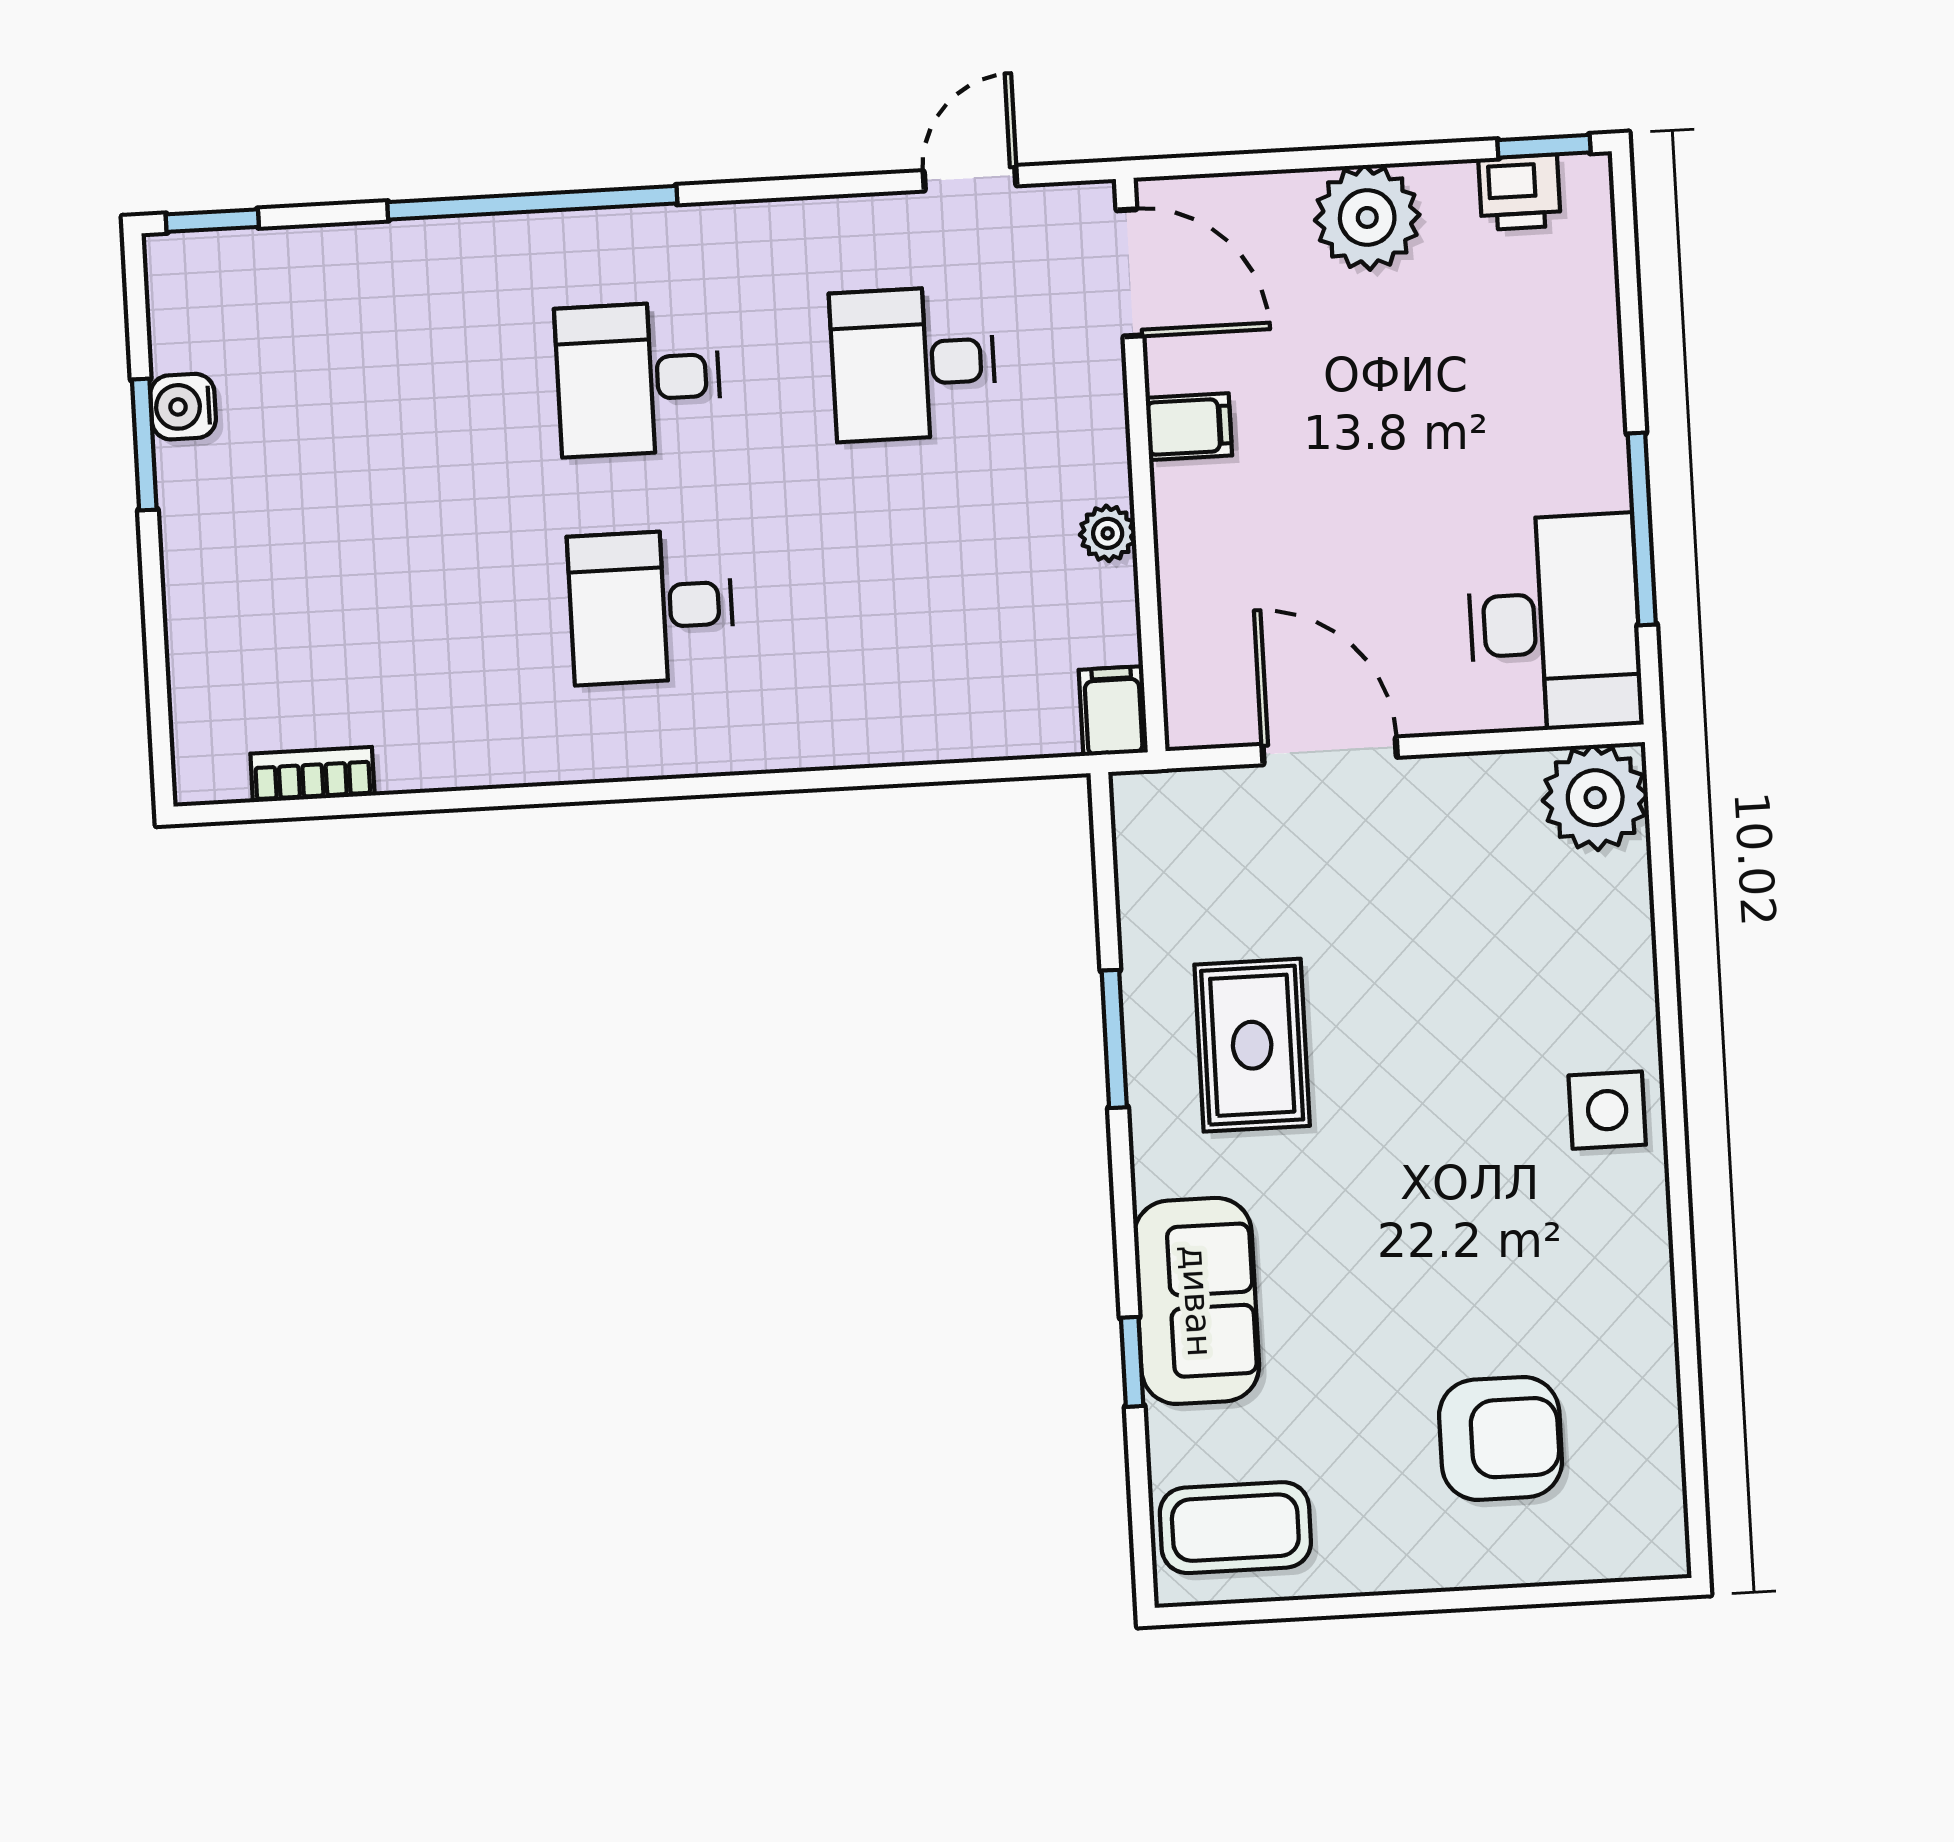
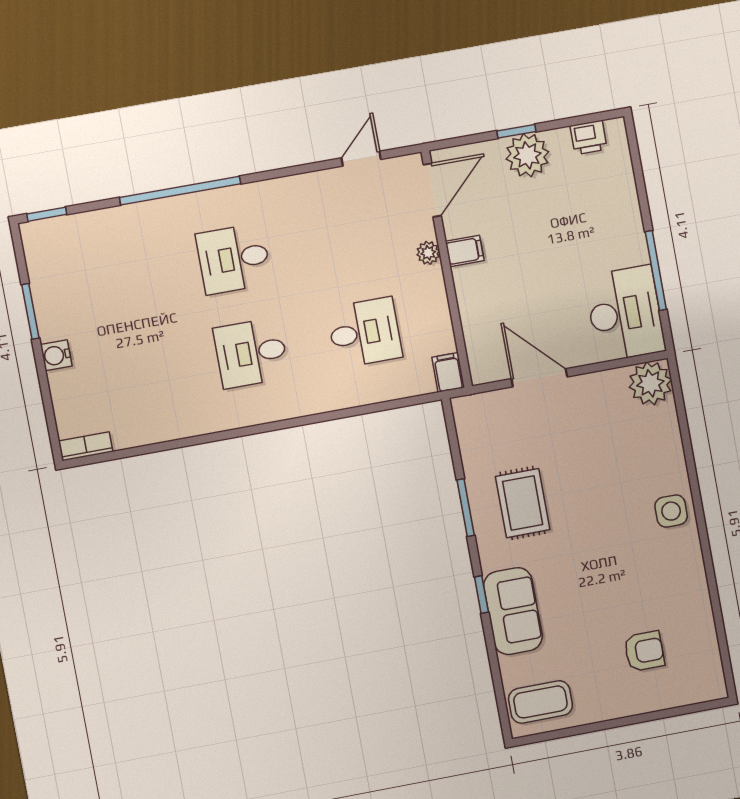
window: (1544, 146) -> (516, 131), moved
door: (1130, 273) -> (432, 190), hinge flipped
desk: (913, 363) -> (365, 332), moved, turned 180
water cooler: (183, 407) -> (56, 355), moved
plant: (1108, 533) -> (428, 253), moved
bookcase: (312, 775) -> (86, 446), moved
window: (1132, 1362) -> (481, 595), moved
armchair: (1501, 1438) -> (644, 651), width x0.72, depth x0.72

